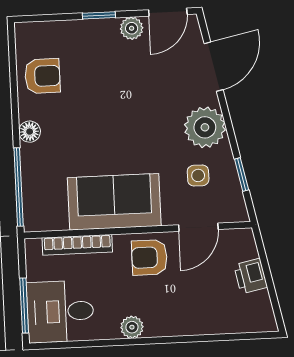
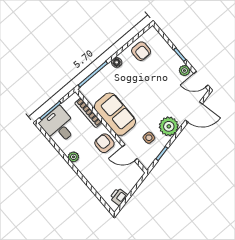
printer: (251, 276) -> (119, 197), moved

